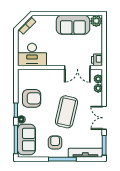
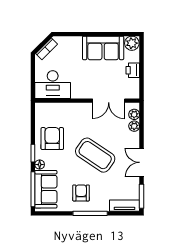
printer: (97, 60) -> (133, 70), moved
armchair: (32, 98) -> (52, 139), turned -90
coffee table: (66, 112) -> (95, 155), turned -69
tv unit: (85, 153) -> (125, 206), width x0.71

